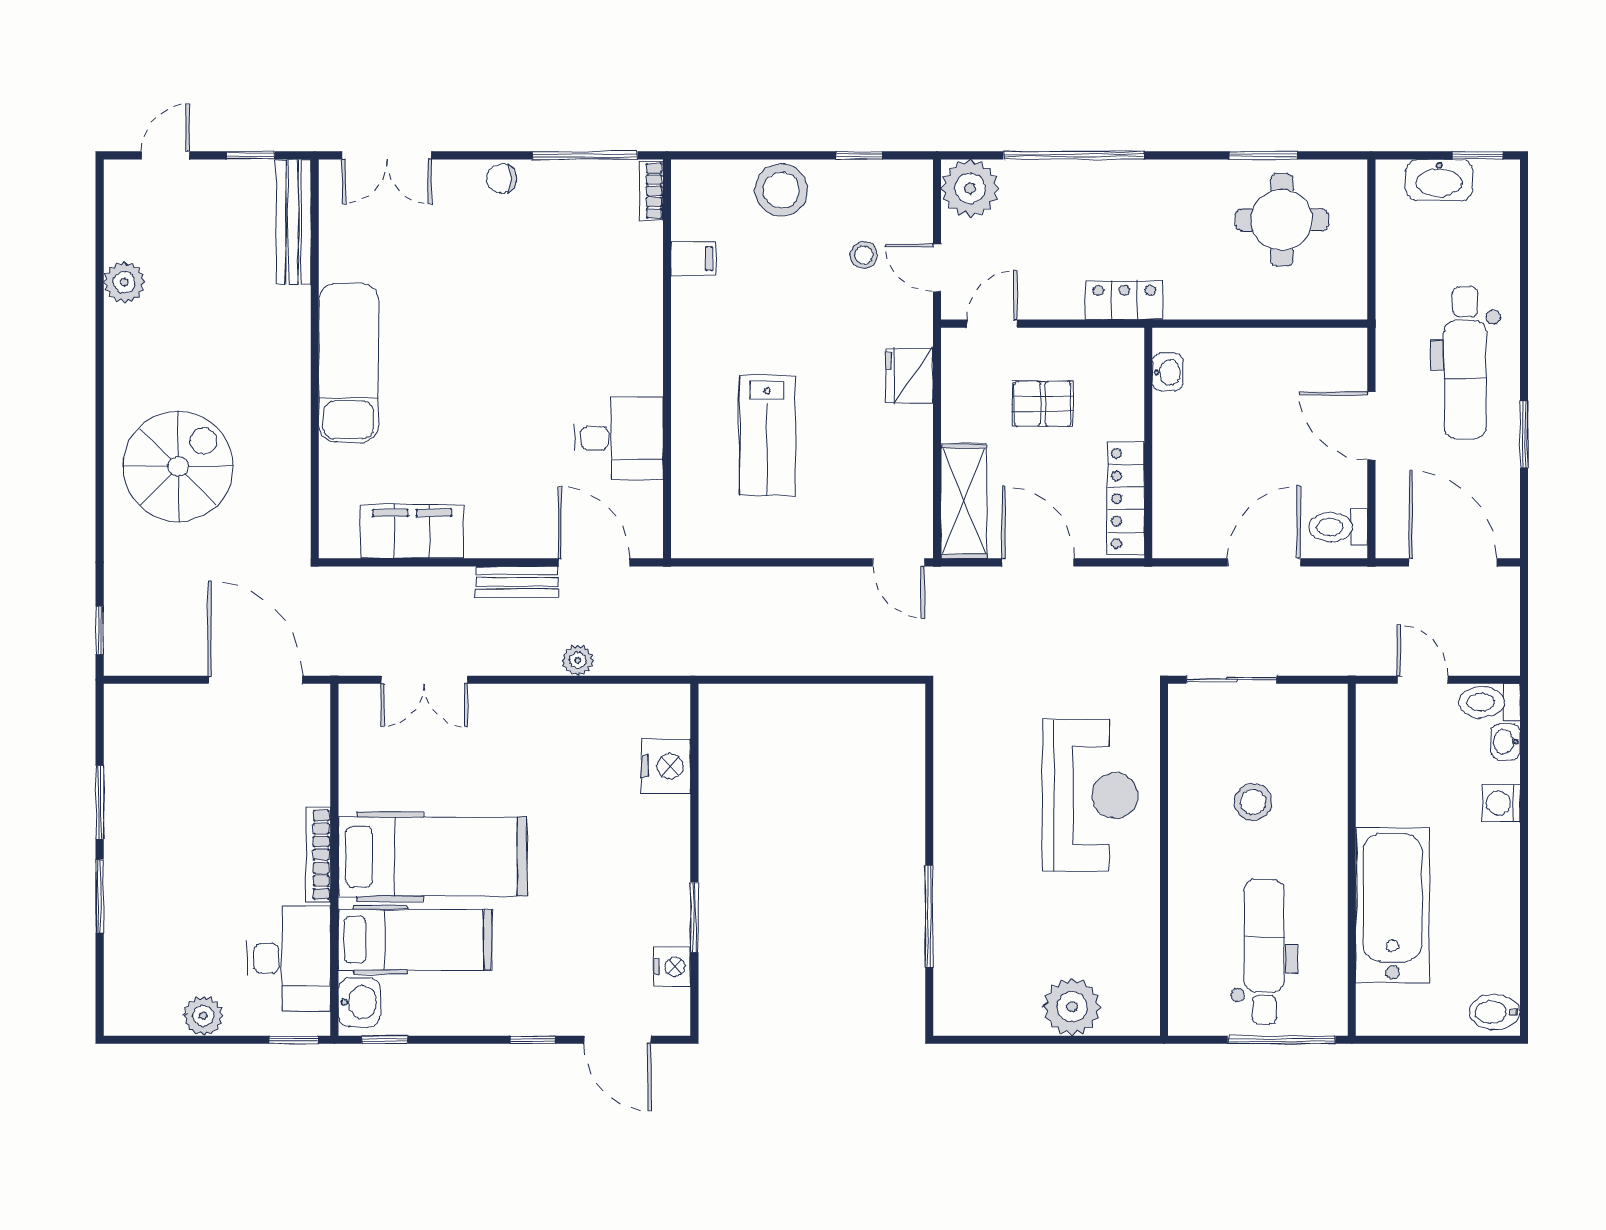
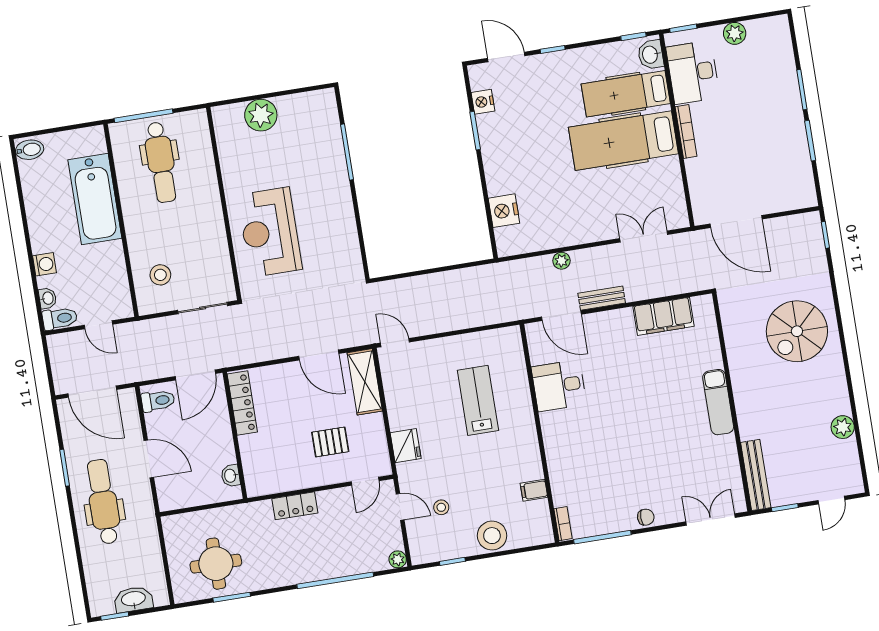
plant: (970, 188) -> (398, 559), width x0.53, depth x0.53
exam couch: (348, 363) -> (718, 402), width x0.73, depth x0.69
washbasin: (1168, 372) -> (231, 476), moved
wall: (1148, 443) -> (235, 435), moved
locker: (1126, 499) -> (242, 403), moved
stool: (1253, 802) -> (160, 275), moved

